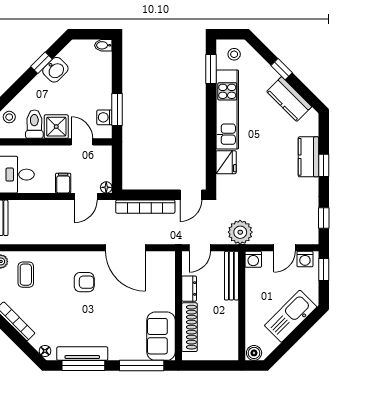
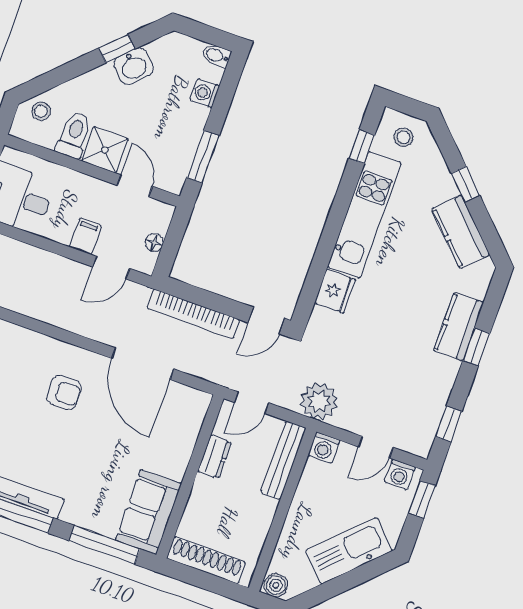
window: (211, 69) -> (362, 147), width x0.67
washing machine: (104, 117) -> (205, 93), moved
floor lamp: (106, 187) -> (154, 243), moved
shoe rack: (189, 327) -> (206, 560), moved, turned -90

